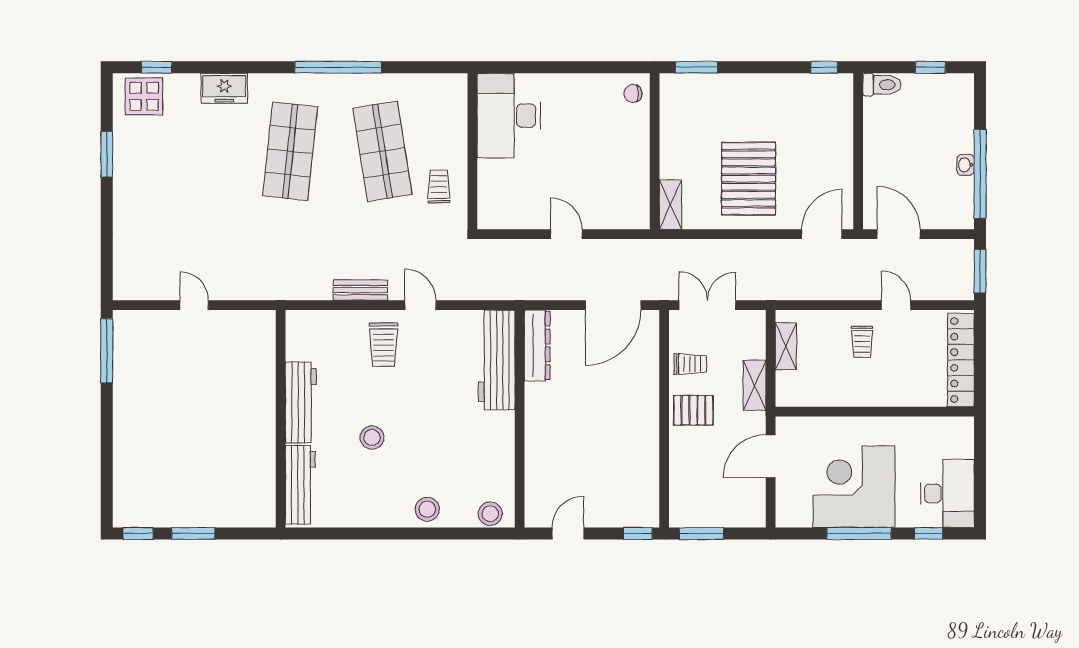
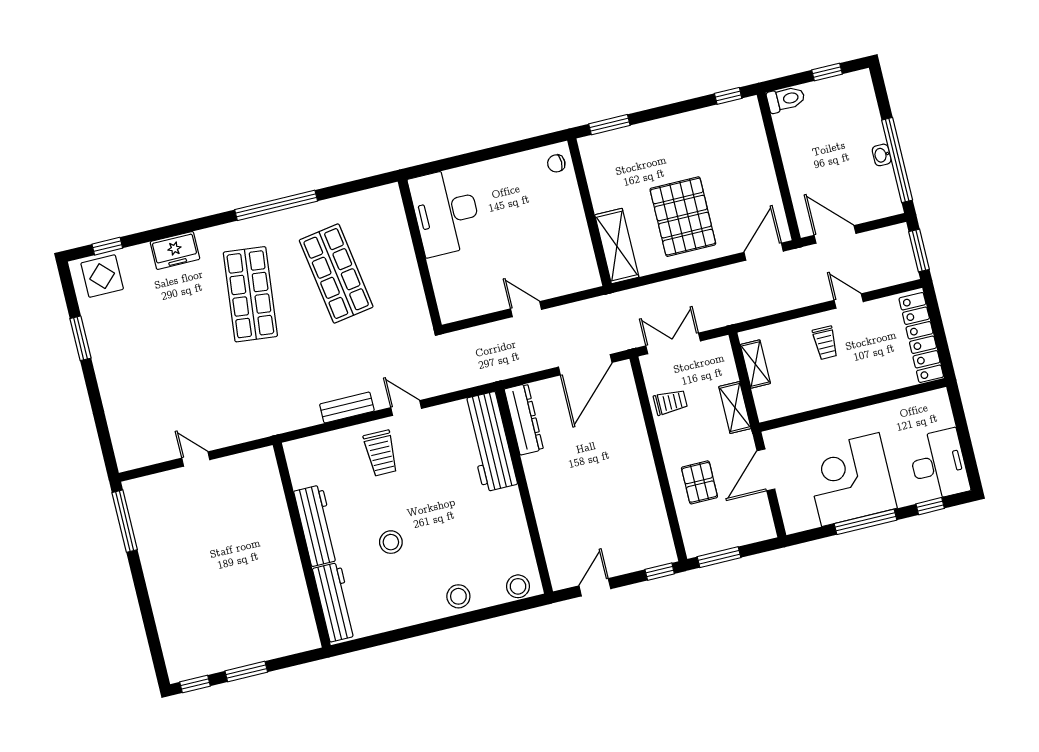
trolley: (439, 187) -> (397, 294), removed
shelving: (670, 205) -> (617, 246), width x1.50, depth x1.33
pallet: (693, 410) -> (699, 482), moved, turned 90

